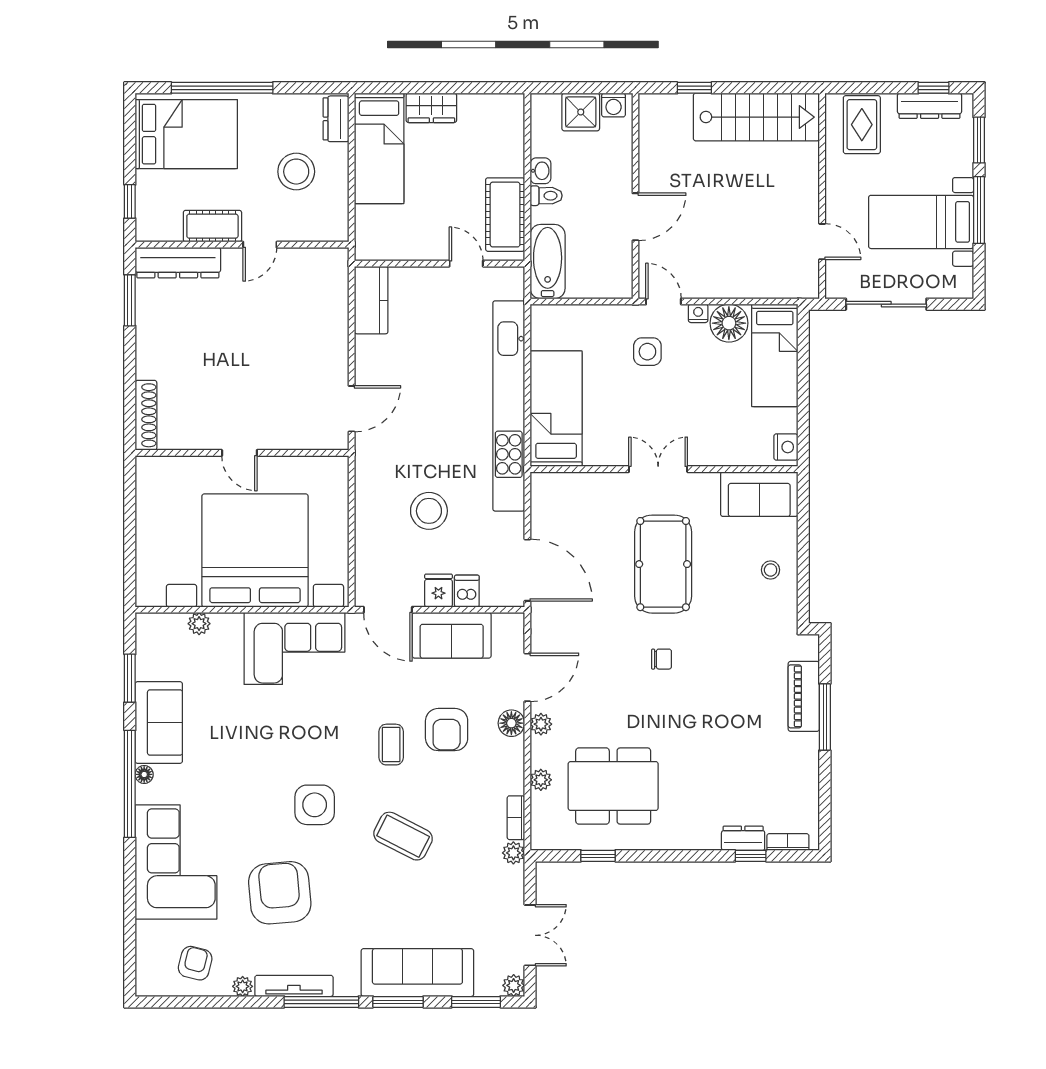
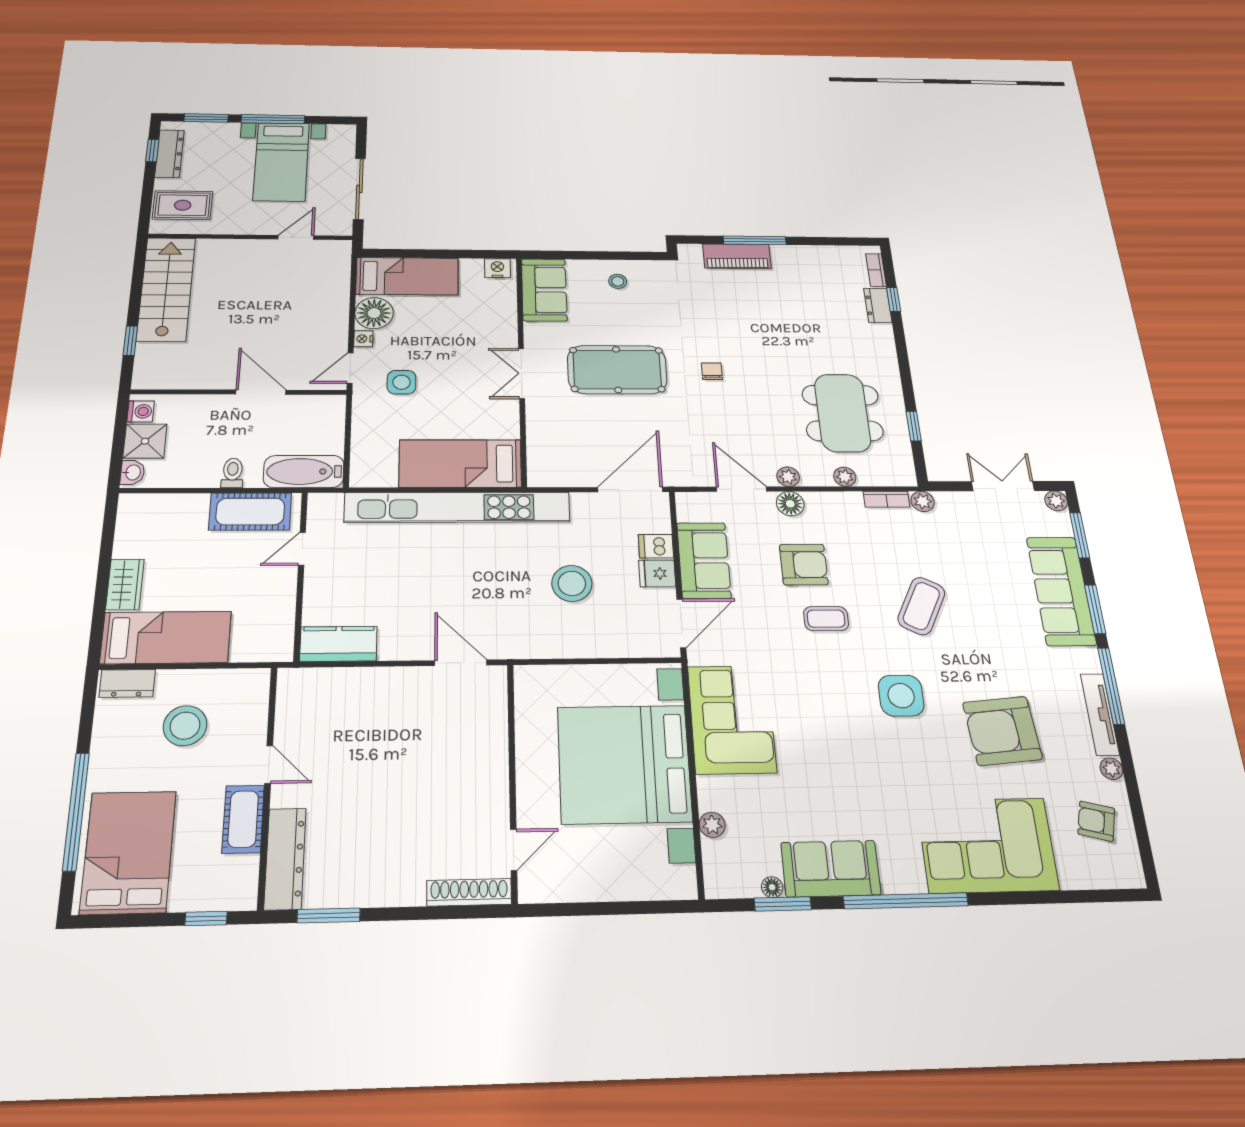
washbasin: (541, 171) -> (132, 472), moved, turned 90
door: (239, 453) -> (514, 850), moved
floor lamp: (144, 774) -> (772, 887), moved

